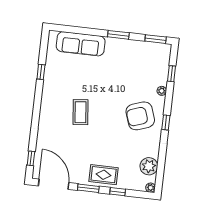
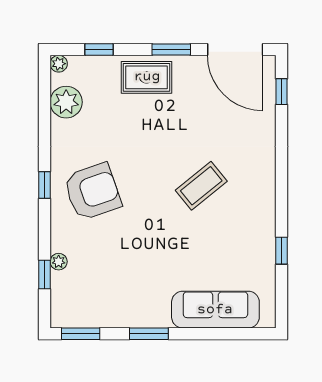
plant: (162, 91) -> (59, 262), moved
coffee table: (81, 112) -> (201, 186), turned 57
window: (118, 192) -> (99, 50), moved

